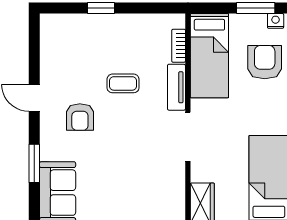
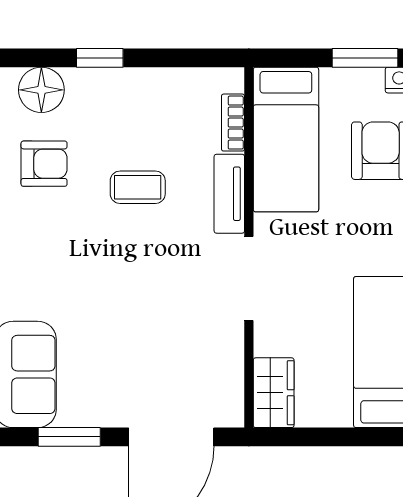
floor lamp: (67, 27) -> (41, 90), added
armchair: (80, 117) -> (44, 164), moved, turned -90

